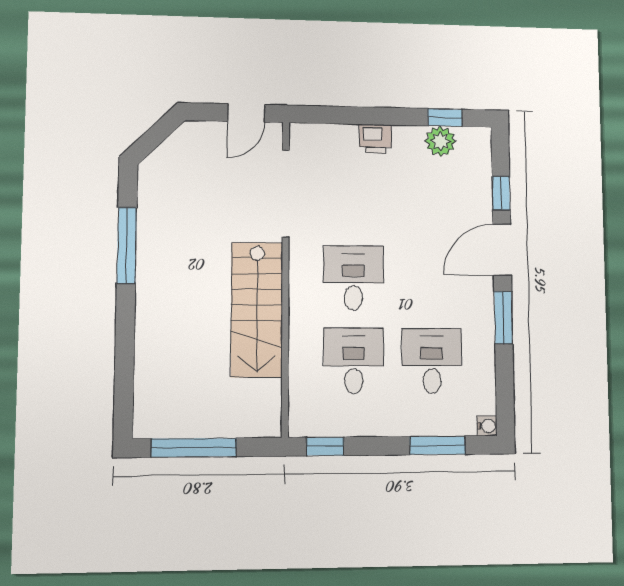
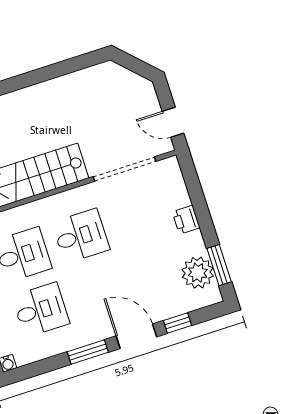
window: (445, 118) -> (219, 265), width x1.50
plant: (440, 141) -> (198, 273), width x1.36, depth x1.36
window: (127, 245) -> (51, 72), removed

